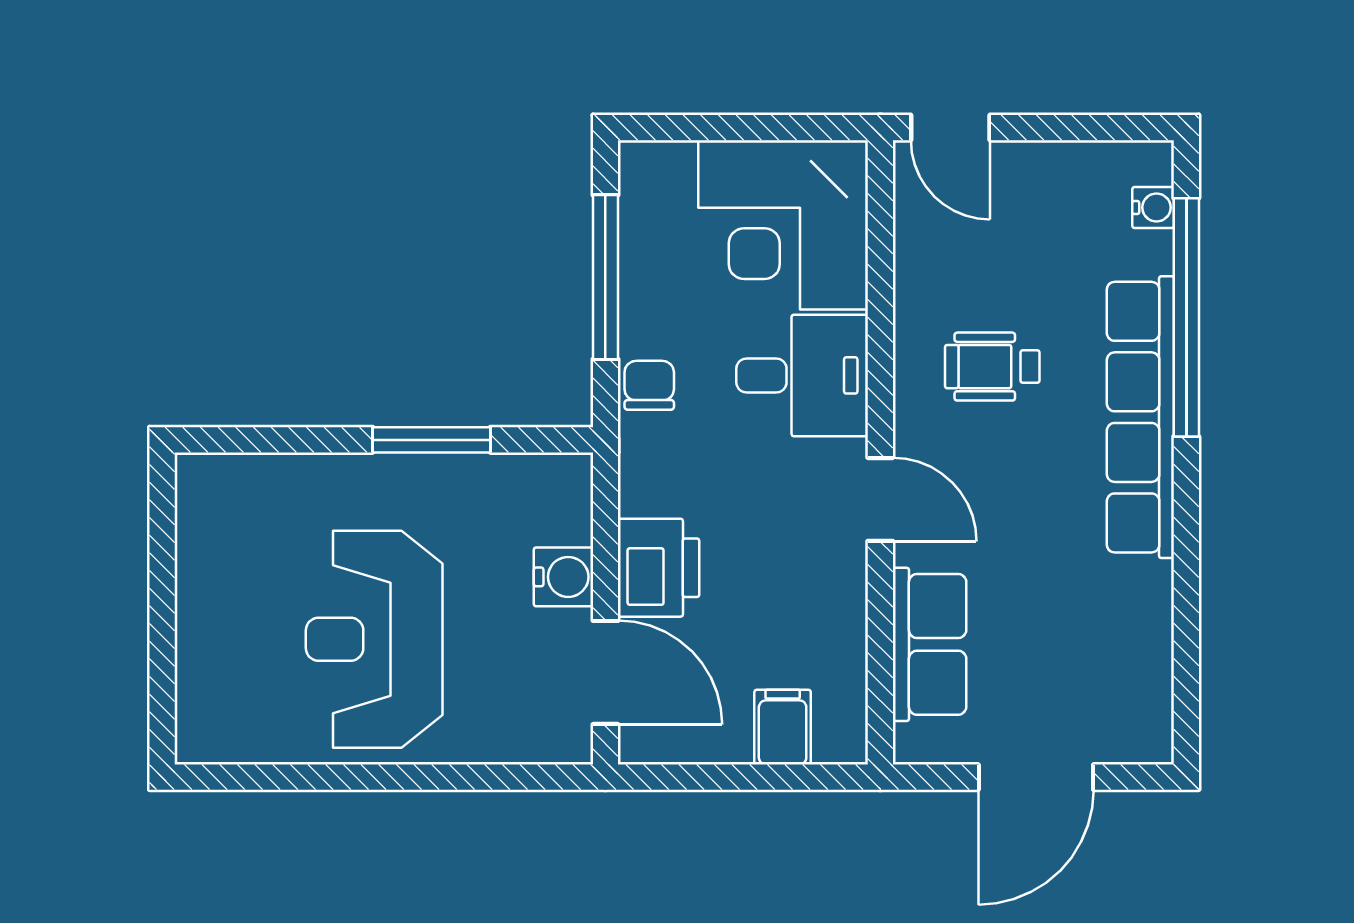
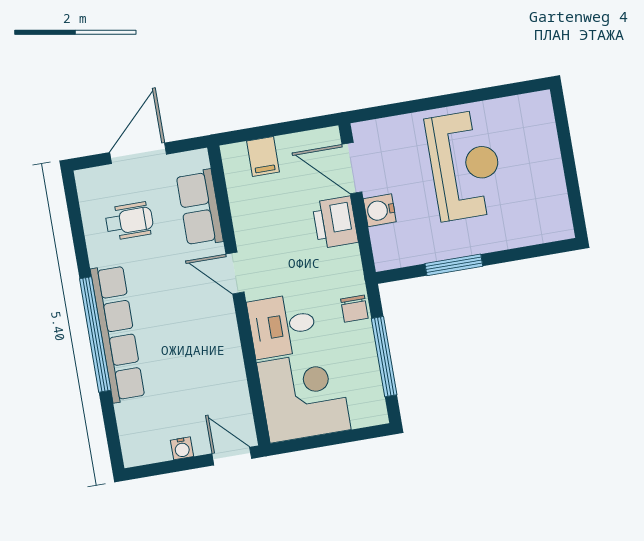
water cooler: (1153, 207) -> (182, 448), moved, turned -90
window: (1186, 317) -> (95, 334), moved
wheelchair: (992, 367) -> (129, 221), moved

